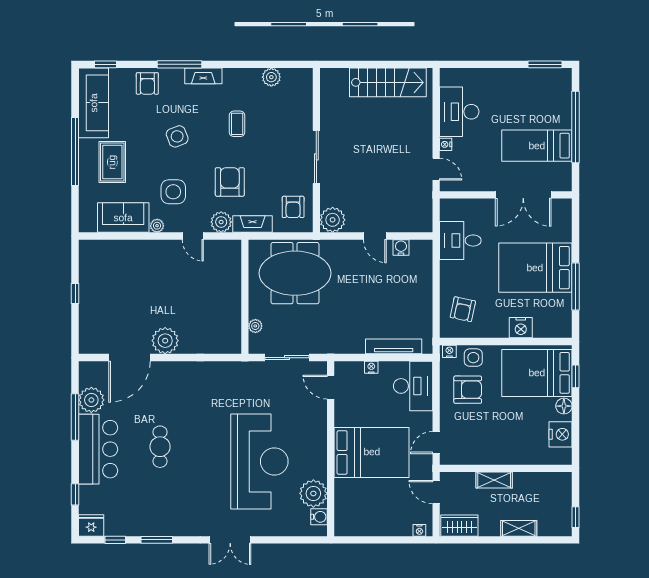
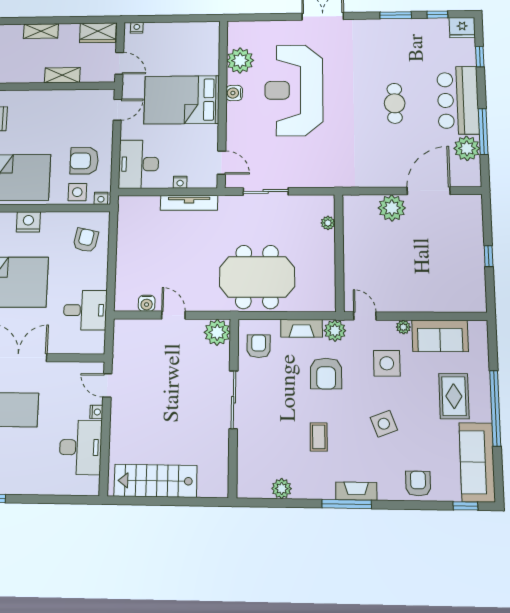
window: (179, 64) -> (347, 504), moved
wall: (245, 297) -> (339, 253), moved
plant: (255, 326) -> (328, 223), moved
tv unit: (394, 346) -> (189, 203), moved
water cooler: (319, 517) -> (234, 93), moved

